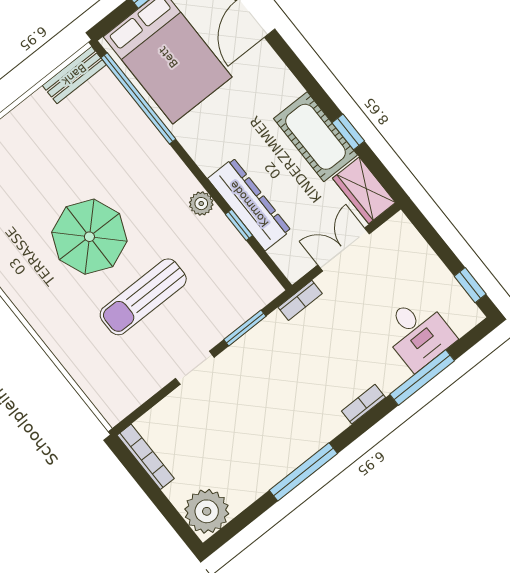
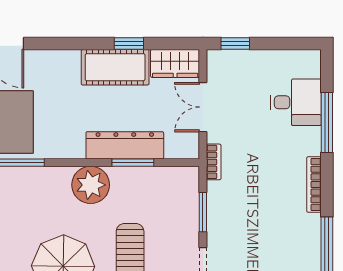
plant: (201, 204) -> (91, 185), width x1.88, depth x1.88
window: (239, 225) -> (133, 163), width x1.50
window: (470, 285) -> (235, 43), moved
bookcase: (363, 404) -> (314, 185), width x1.56

